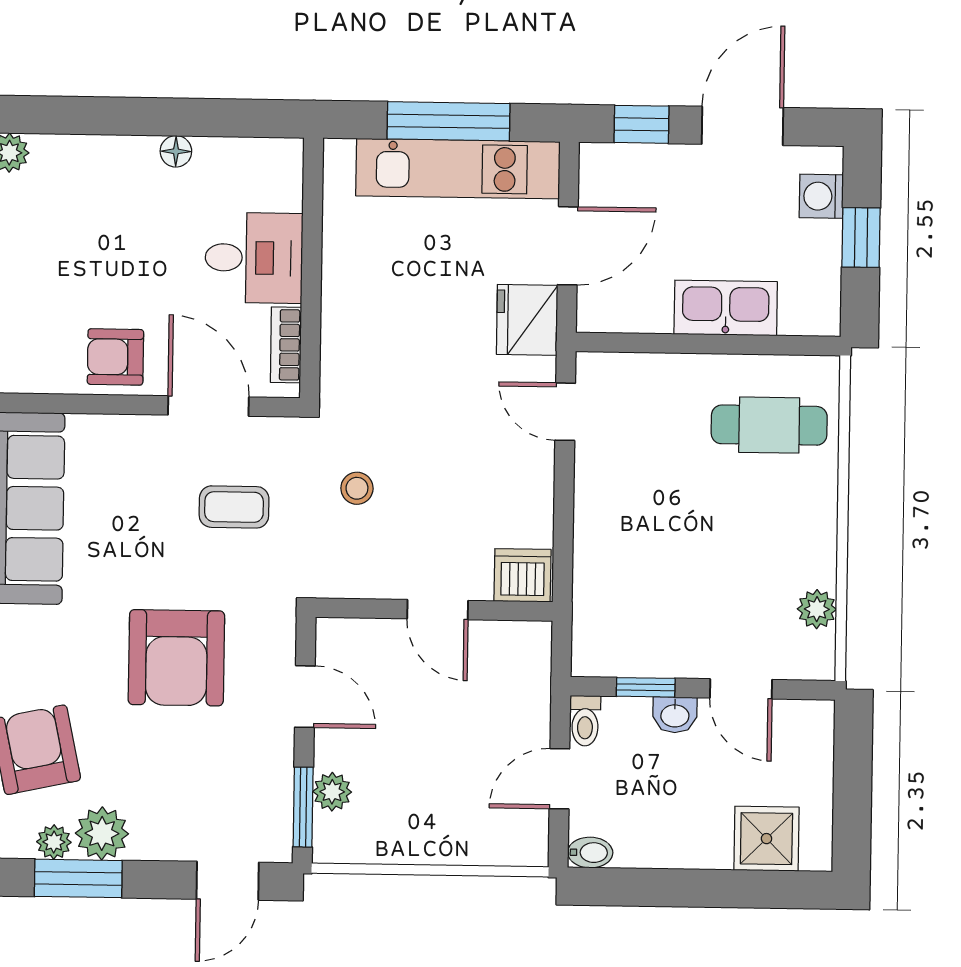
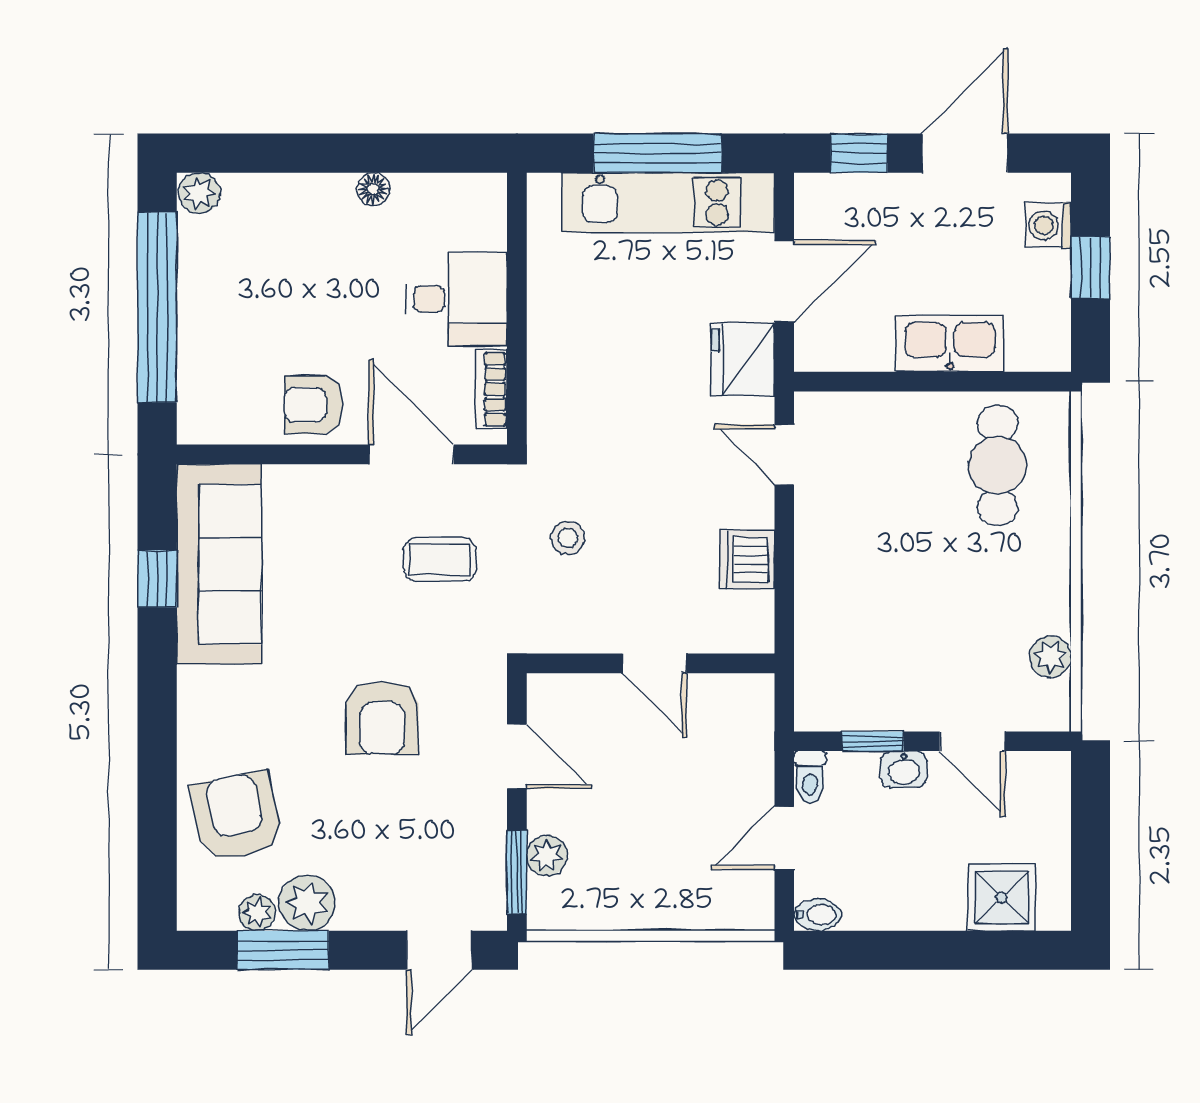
cafe table: (769, 425) -> (998, 465), turned 90
dishwasher: (522, 575) -> (747, 559), moved, turned -90
armchair: (176, 658) -> (382, 718), width x0.73, depth x0.73

